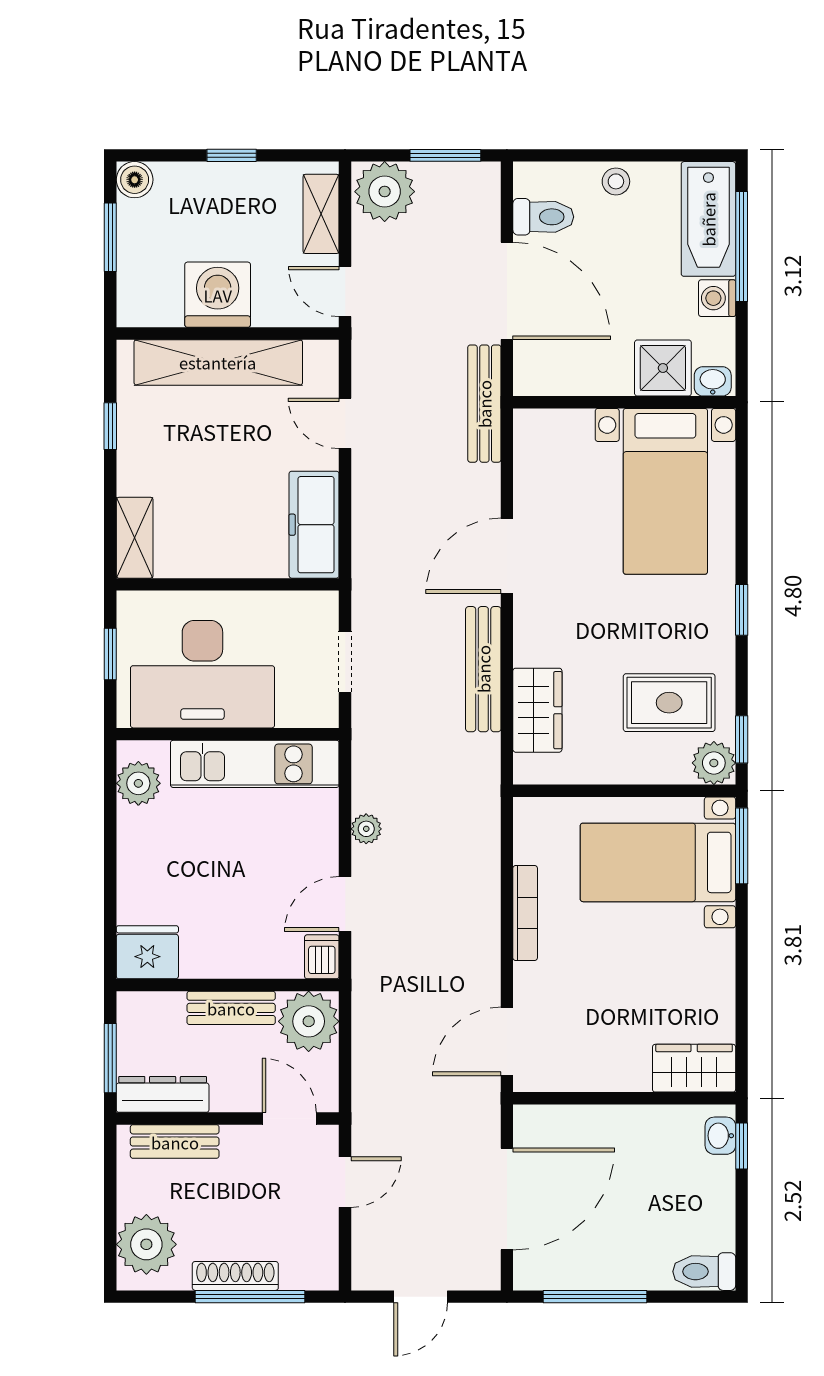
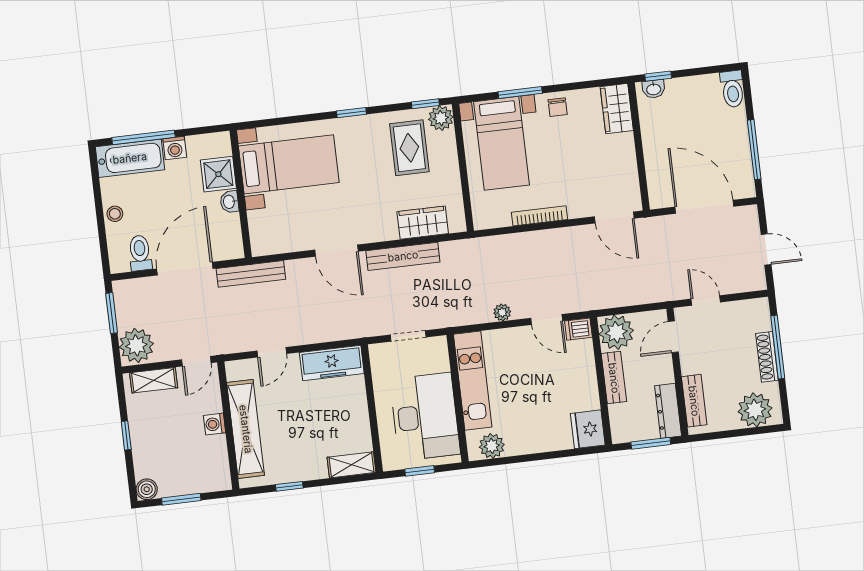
washing machine: (218, 295) -> (215, 424), width x0.53, depth x0.53
washbasin: (713, 381) -> (229, 202), moved
window: (742, 846) -> (520, 93), moved
chair: (709, 966) -> (558, 107), added

